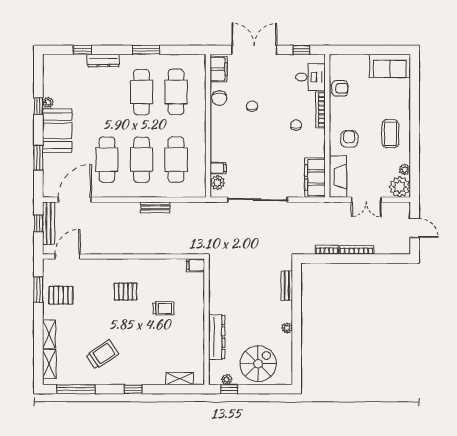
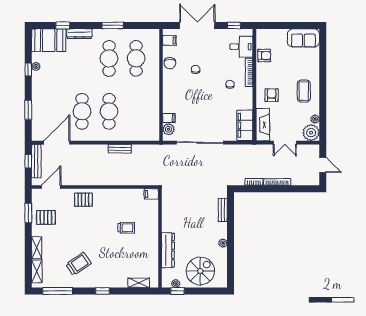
filing cabinet: (219, 69) -> (169, 40), width x0.50
booth: (57, 131) -> (49, 40), moved, turned 90
cafe table: (176, 160) -> (136, 111), removed
pallet: (126, 292) -> (83, 200), moved

